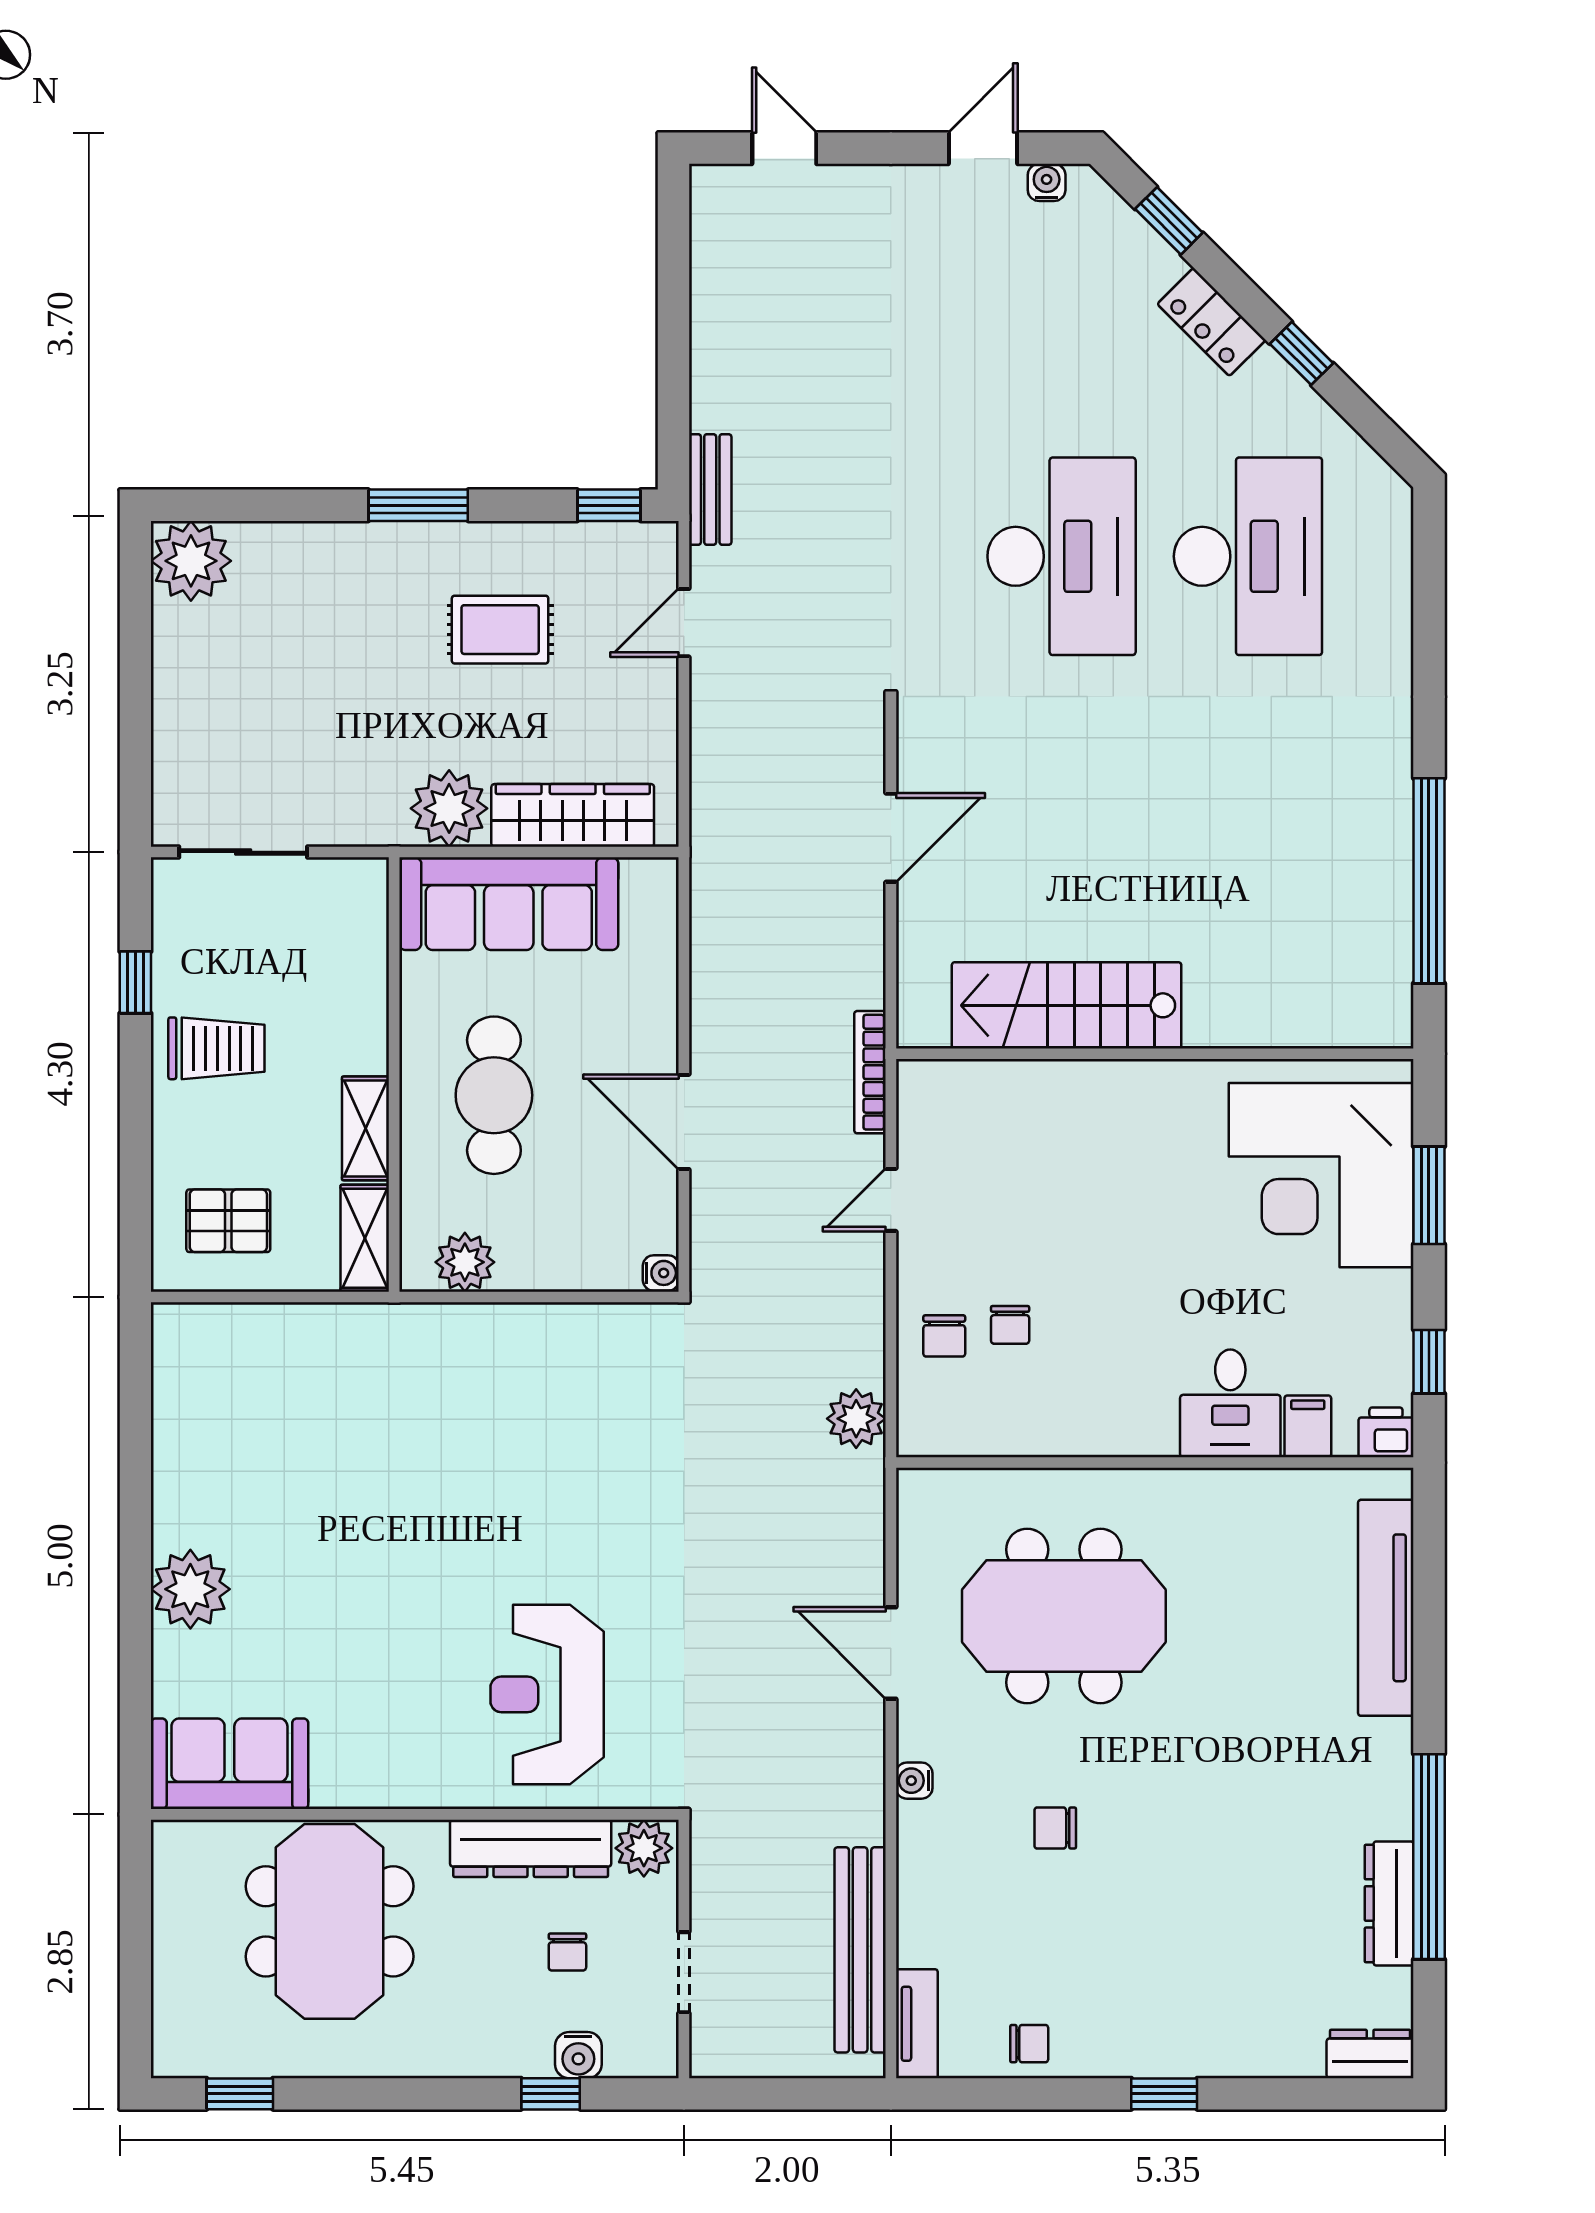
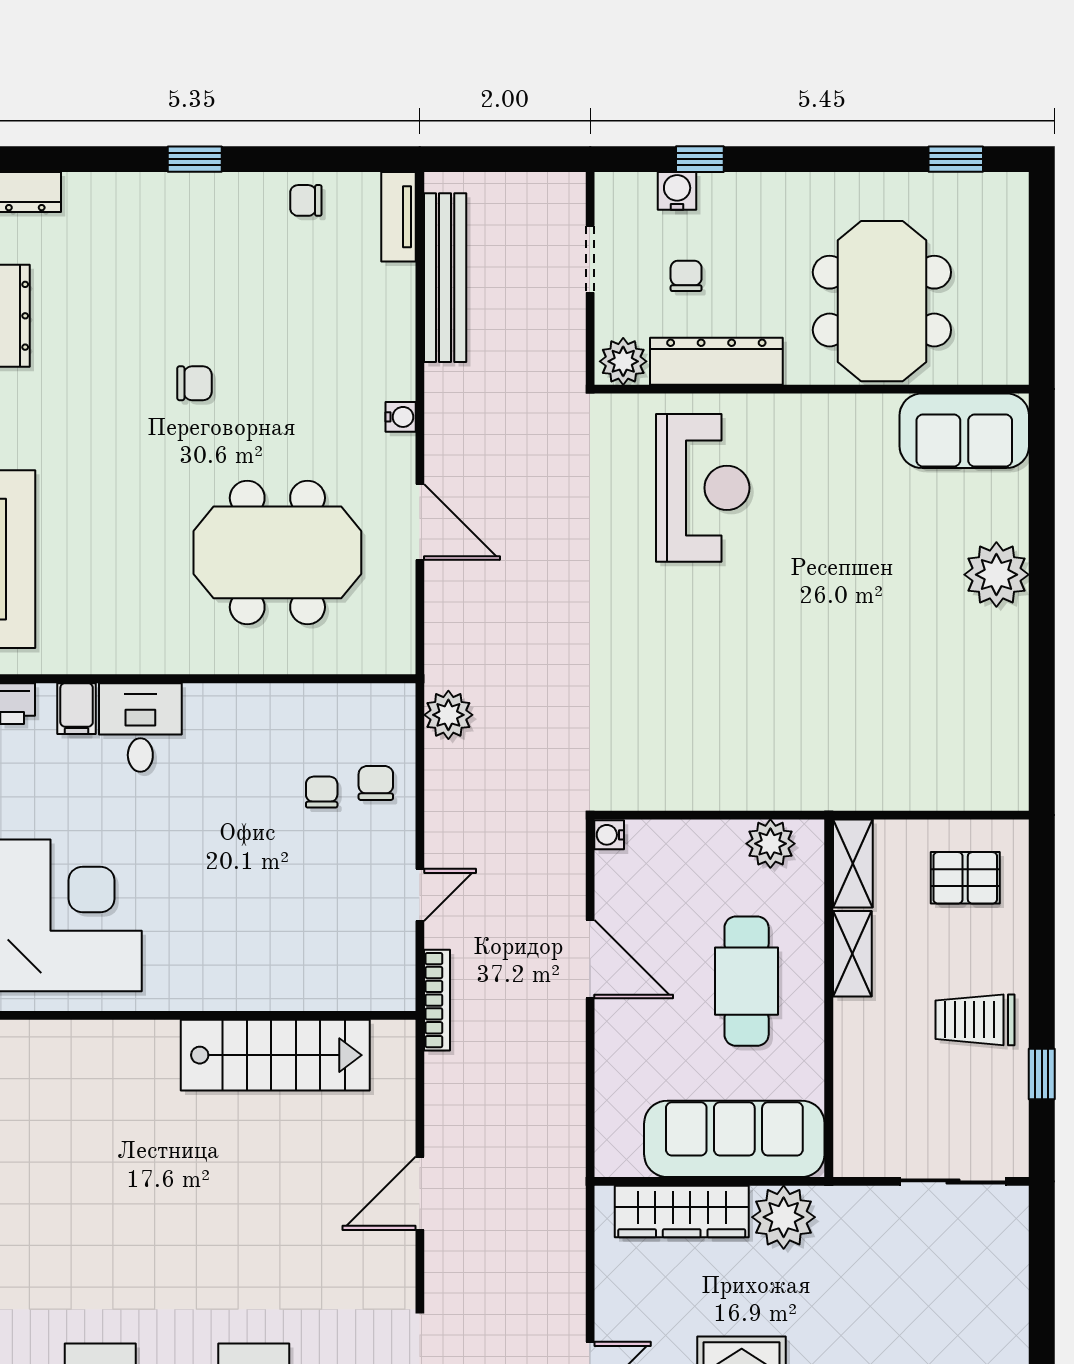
chair: (1055, 1828) -> (194, 383), moved

